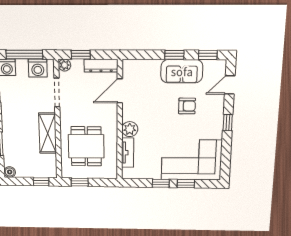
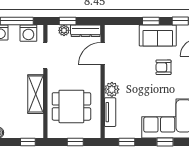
plant: (64, 65) -> (64, 30), moved
armchair: (187, 106) -> (164, 67), turned 180
dining table: (86, 146) -> (71, 106), turned 90
window: (80, 182) -> (75, 142), moved
window: (161, 183) -> (127, 142), moved

